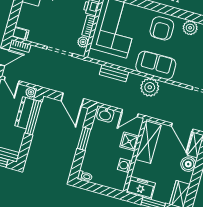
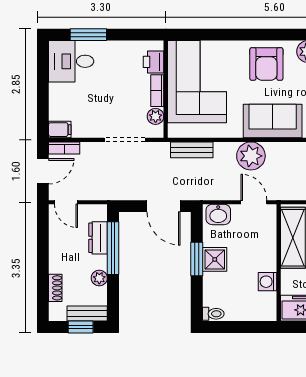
bench: (114, 73) -> (192, 150), moved
plant: (150, 87) -> (251, 156), moved
plant: (31, 92) -> (99, 278), moved
dresser: (24, 113) -> (98, 238), width x0.70
door: (130, 113) -> (254, 202), swing flipped
shower: (129, 141) -> (215, 259), moved

